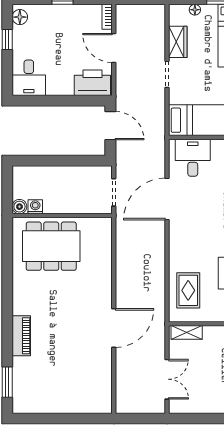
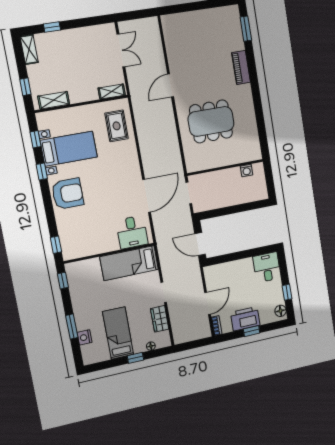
door: (114, 48) -> (208, 303), hinge flipped
printer: (92, 83) -> (245, 319), moved, turned 180
boiler: (19, 207) -> (258, 168), removed
dining table: (51, 246) -> (211, 121), moved
door: (114, 328) -> (171, 85), width x0.73
double door: (167, 379) -> (121, 50), swing flipped

